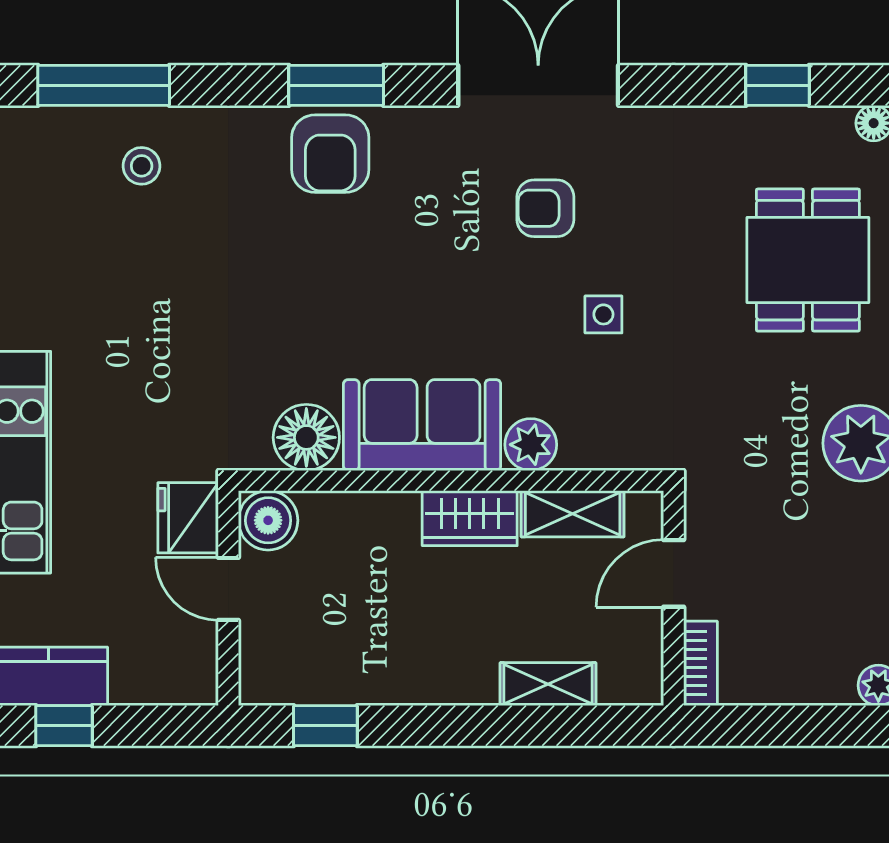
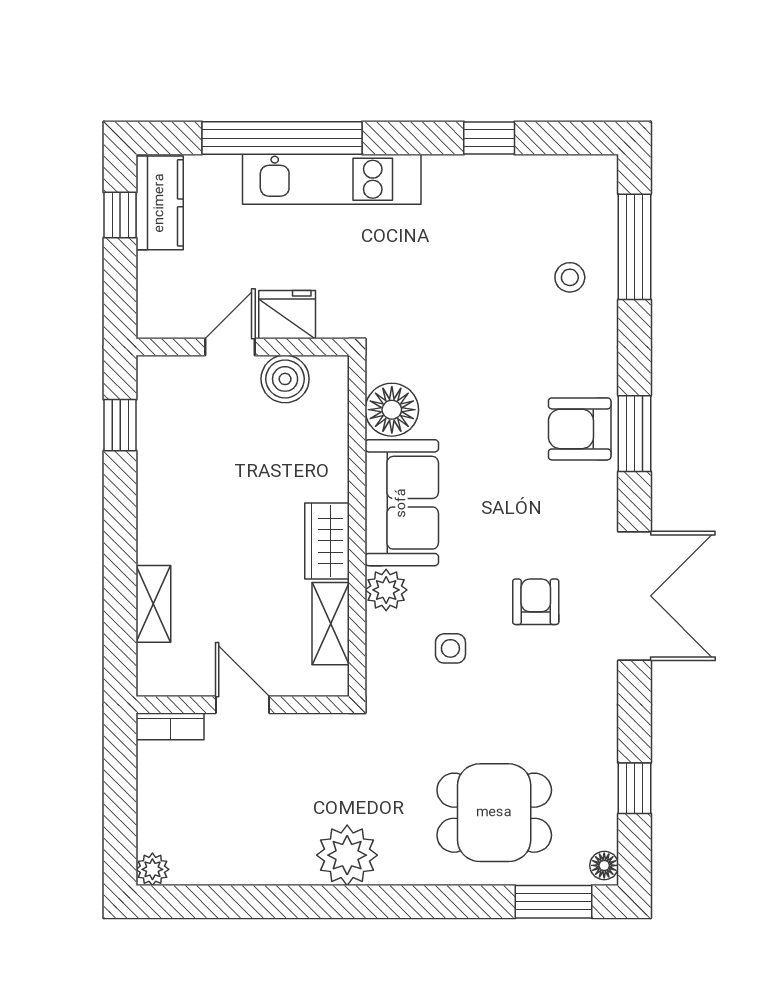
sofa: (422, 425) -> (402, 503), moved
floor lamp: (306, 437) -> (392, 410), moved
plant: (531, 445) -> (386, 590), moved
wall: (451, 481) -> (357, 526), moved
shelving: (573, 514) -> (331, 624), moved
wardrobe: (470, 518) -> (327, 541), moved

